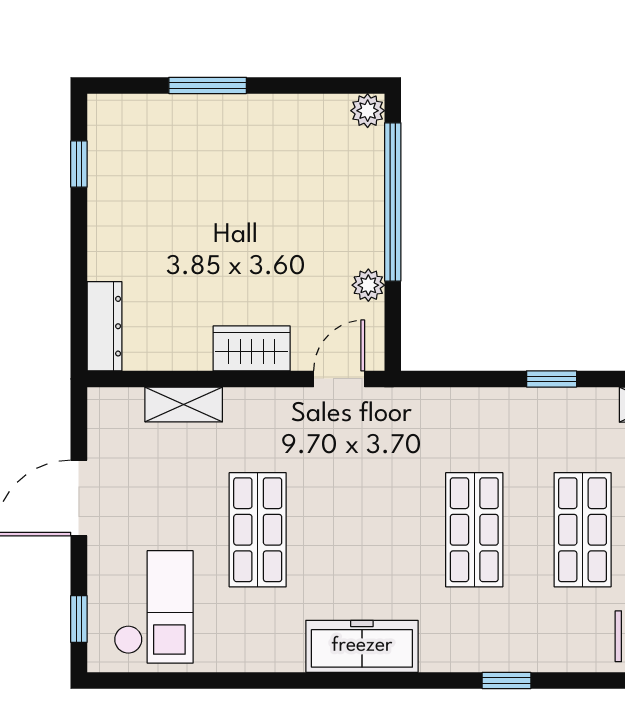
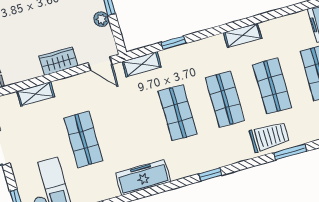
door: (339, 379) -> (100, 64), swing flipped
window: (552, 379) -> (173, 43), moved
shelving: (427, 405) -> (142, 64), added

